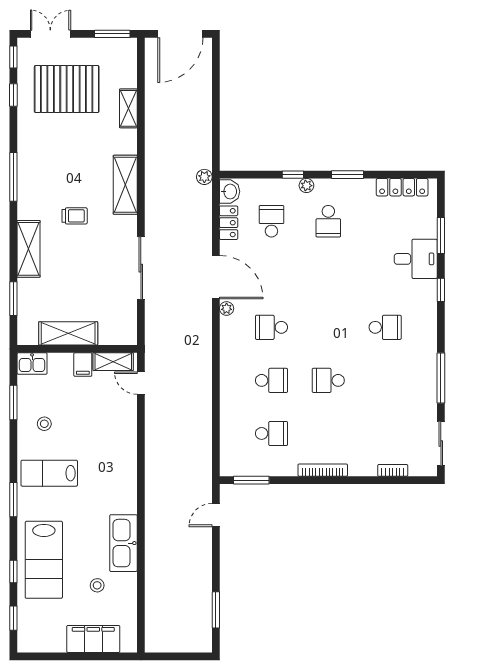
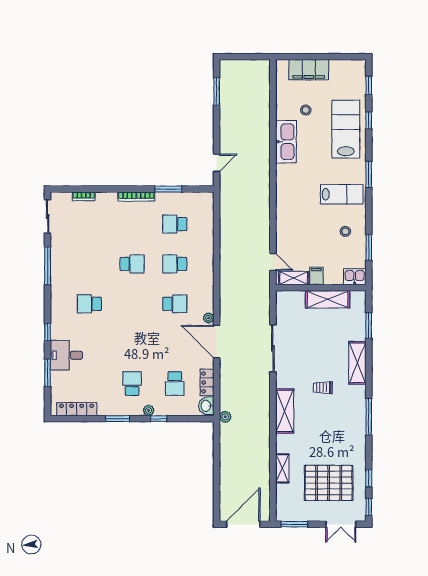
window: (251, 480) -> (168, 189), moved

